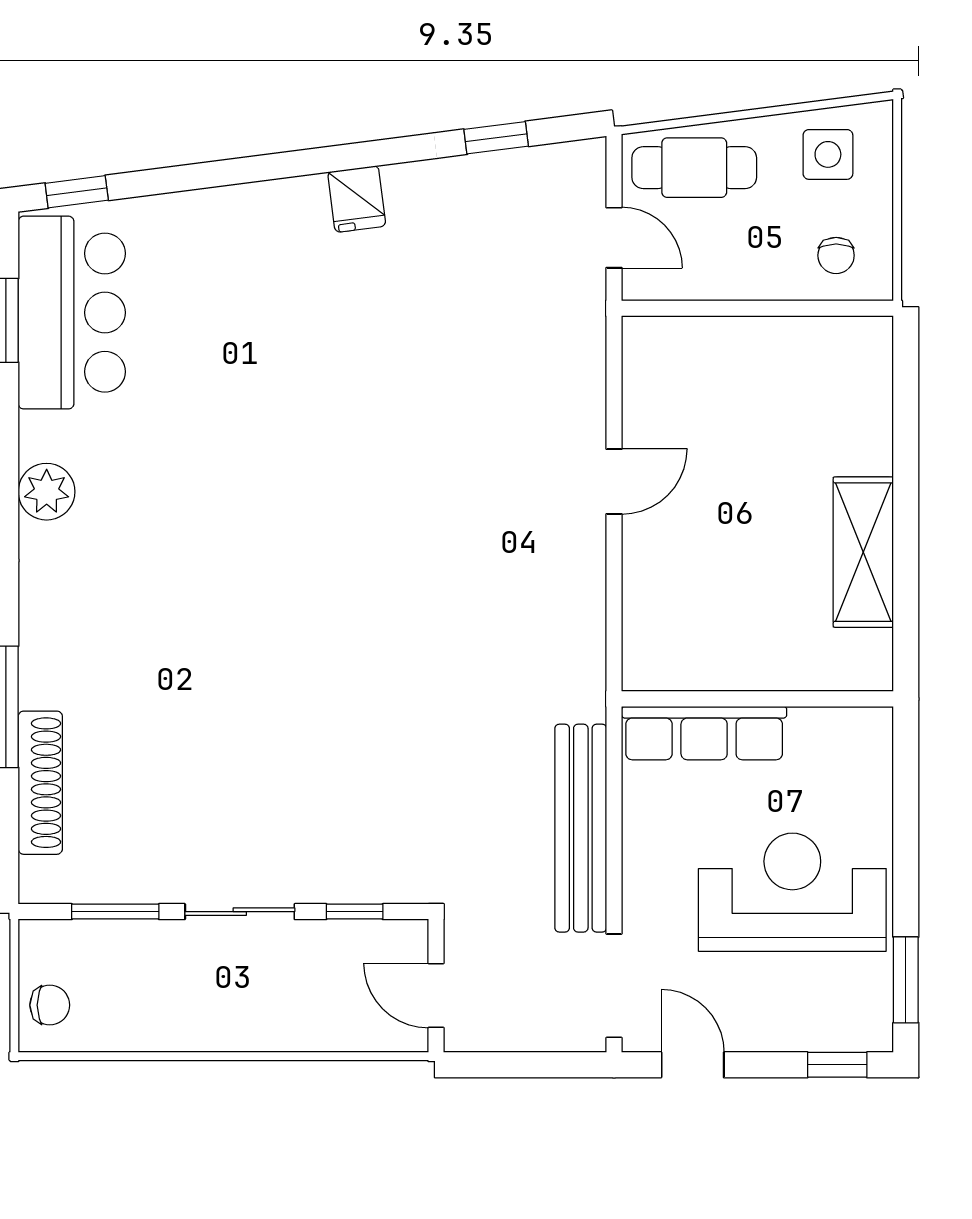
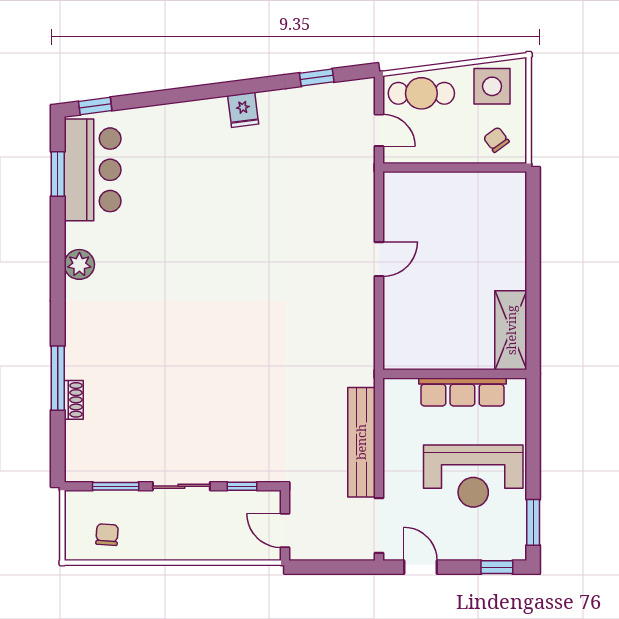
side table: (828, 154) -> (492, 86), width x1.37, depth x1.37
chair: (836, 255) -> (496, 140), turned 144
shelving: (863, 552) -> (511, 330), moved
row of seats: (704, 733) -> (462, 392), moved
shoe rack: (40, 783) -> (74, 400), width x0.51, depth x0.81
reception desk: (792, 892) -> (473, 476), turned 180
chair: (50, 1005) -> (107, 535), moved, turned -86

